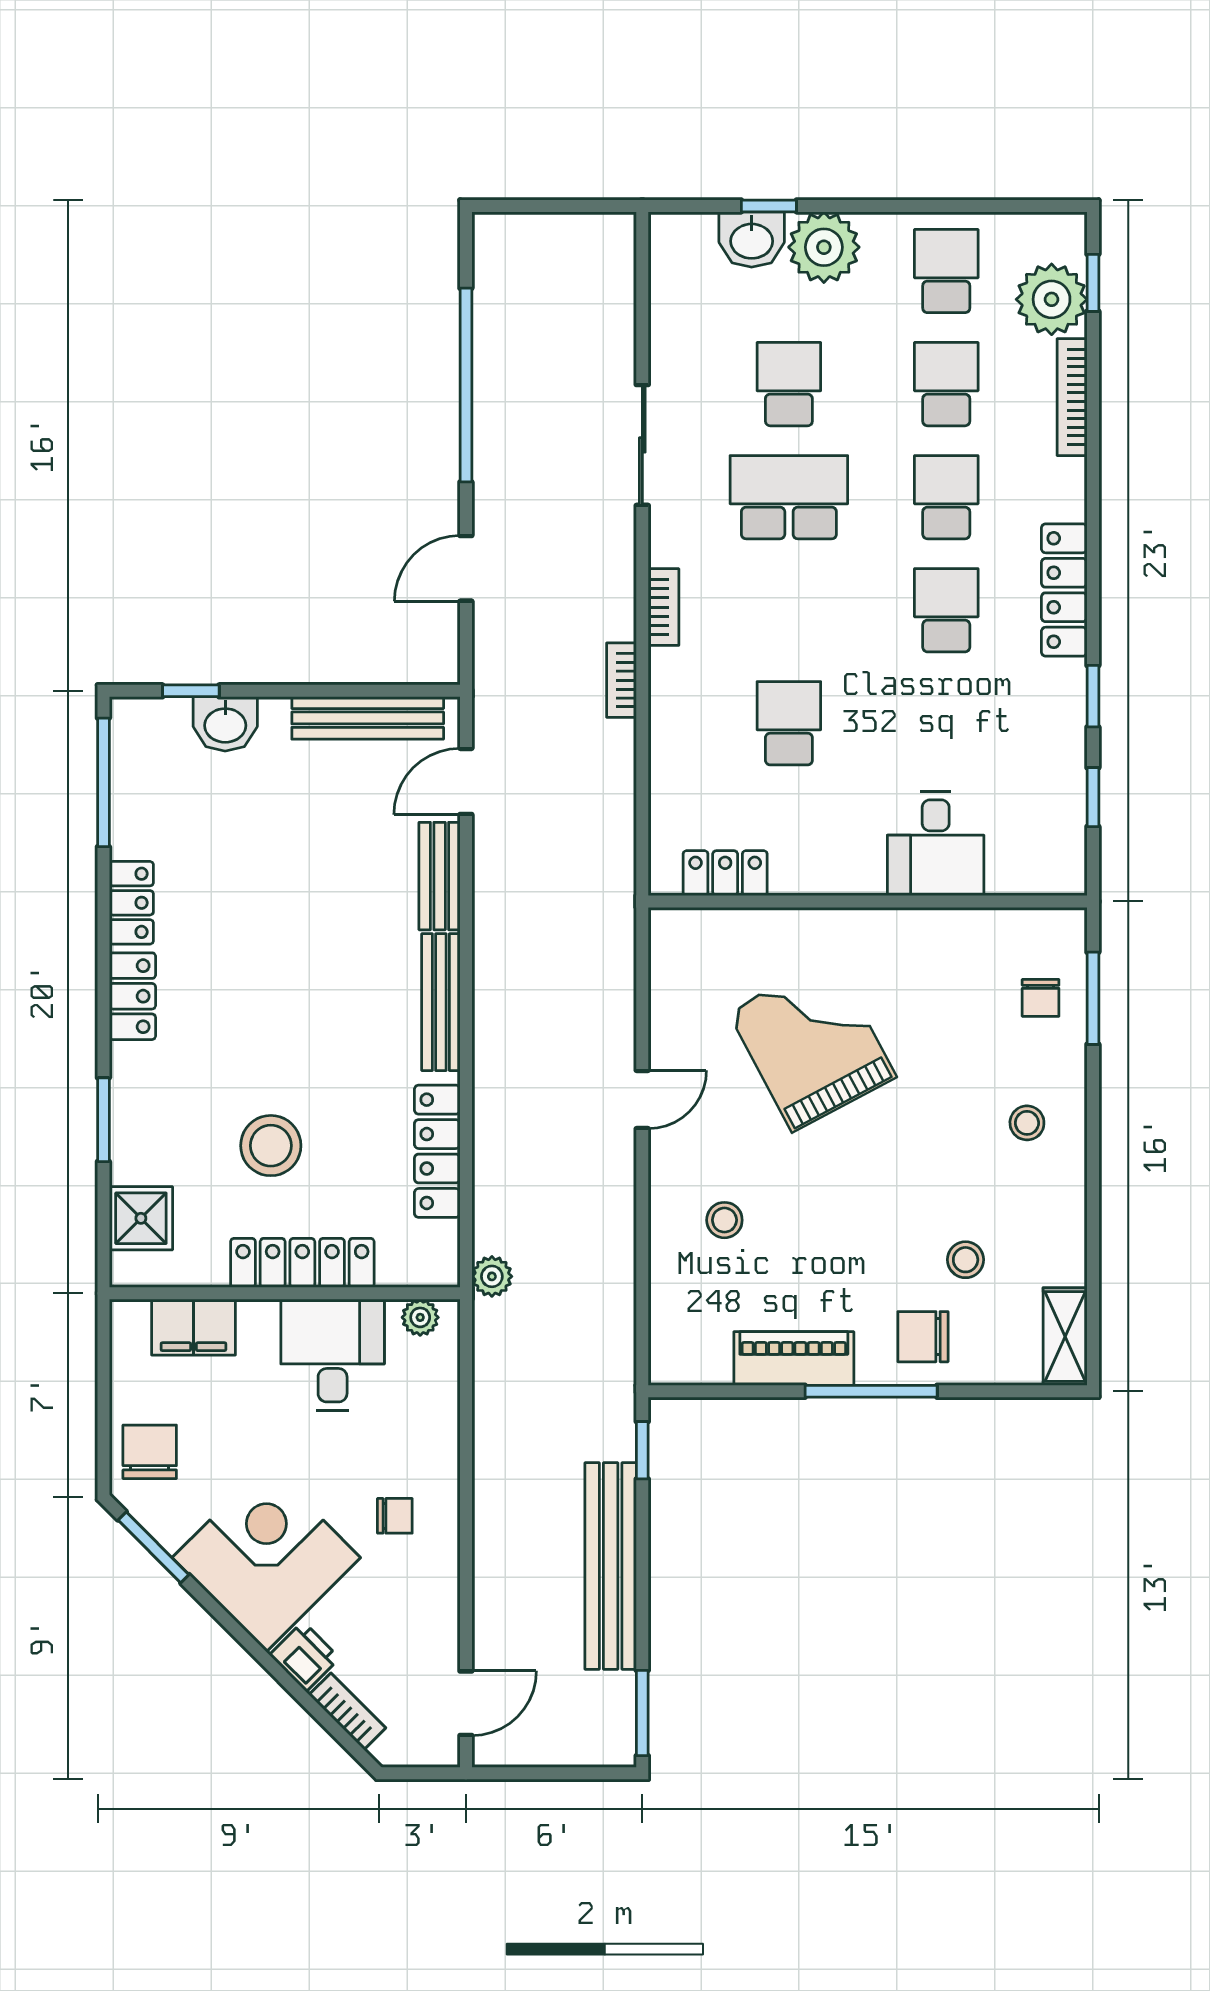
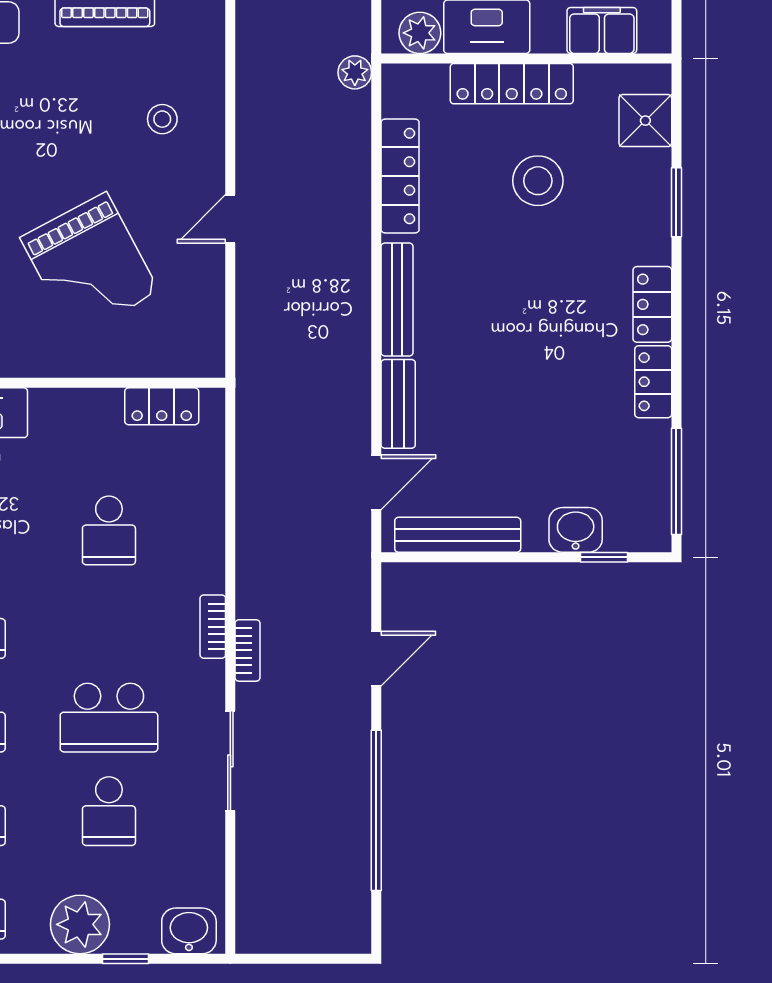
washbasin: (752, 240) -> (189, 931), moved
bookcase: (621, 680) -> (248, 650), moved
plant: (420, 1317) -> (420, 33), width x1.38, depth x1.38

